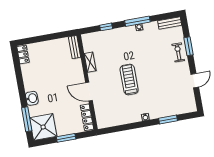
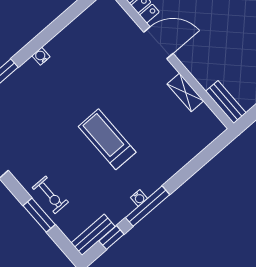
window: (106, 27) -> (111, 238), moved
treadmill: (129, 79) -> (107, 139), moved, turned 180

